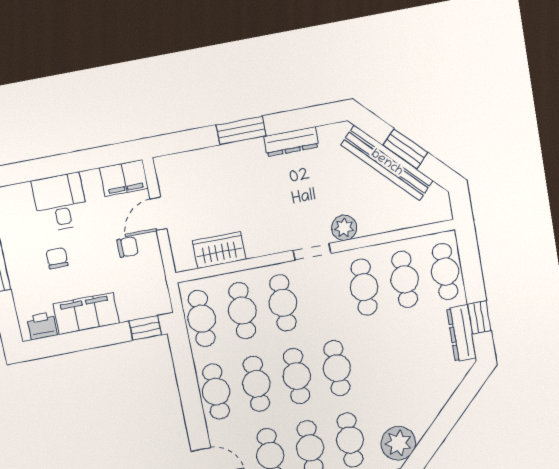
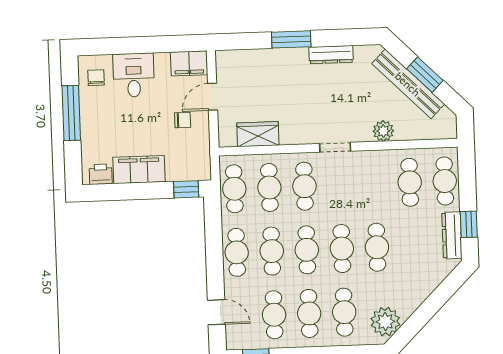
plant: (344, 228) -> (383, 131), moved
chair: (57, 258) -> (96, 78), moved
cafe table: (364, 287) -> (377, 247), moved

